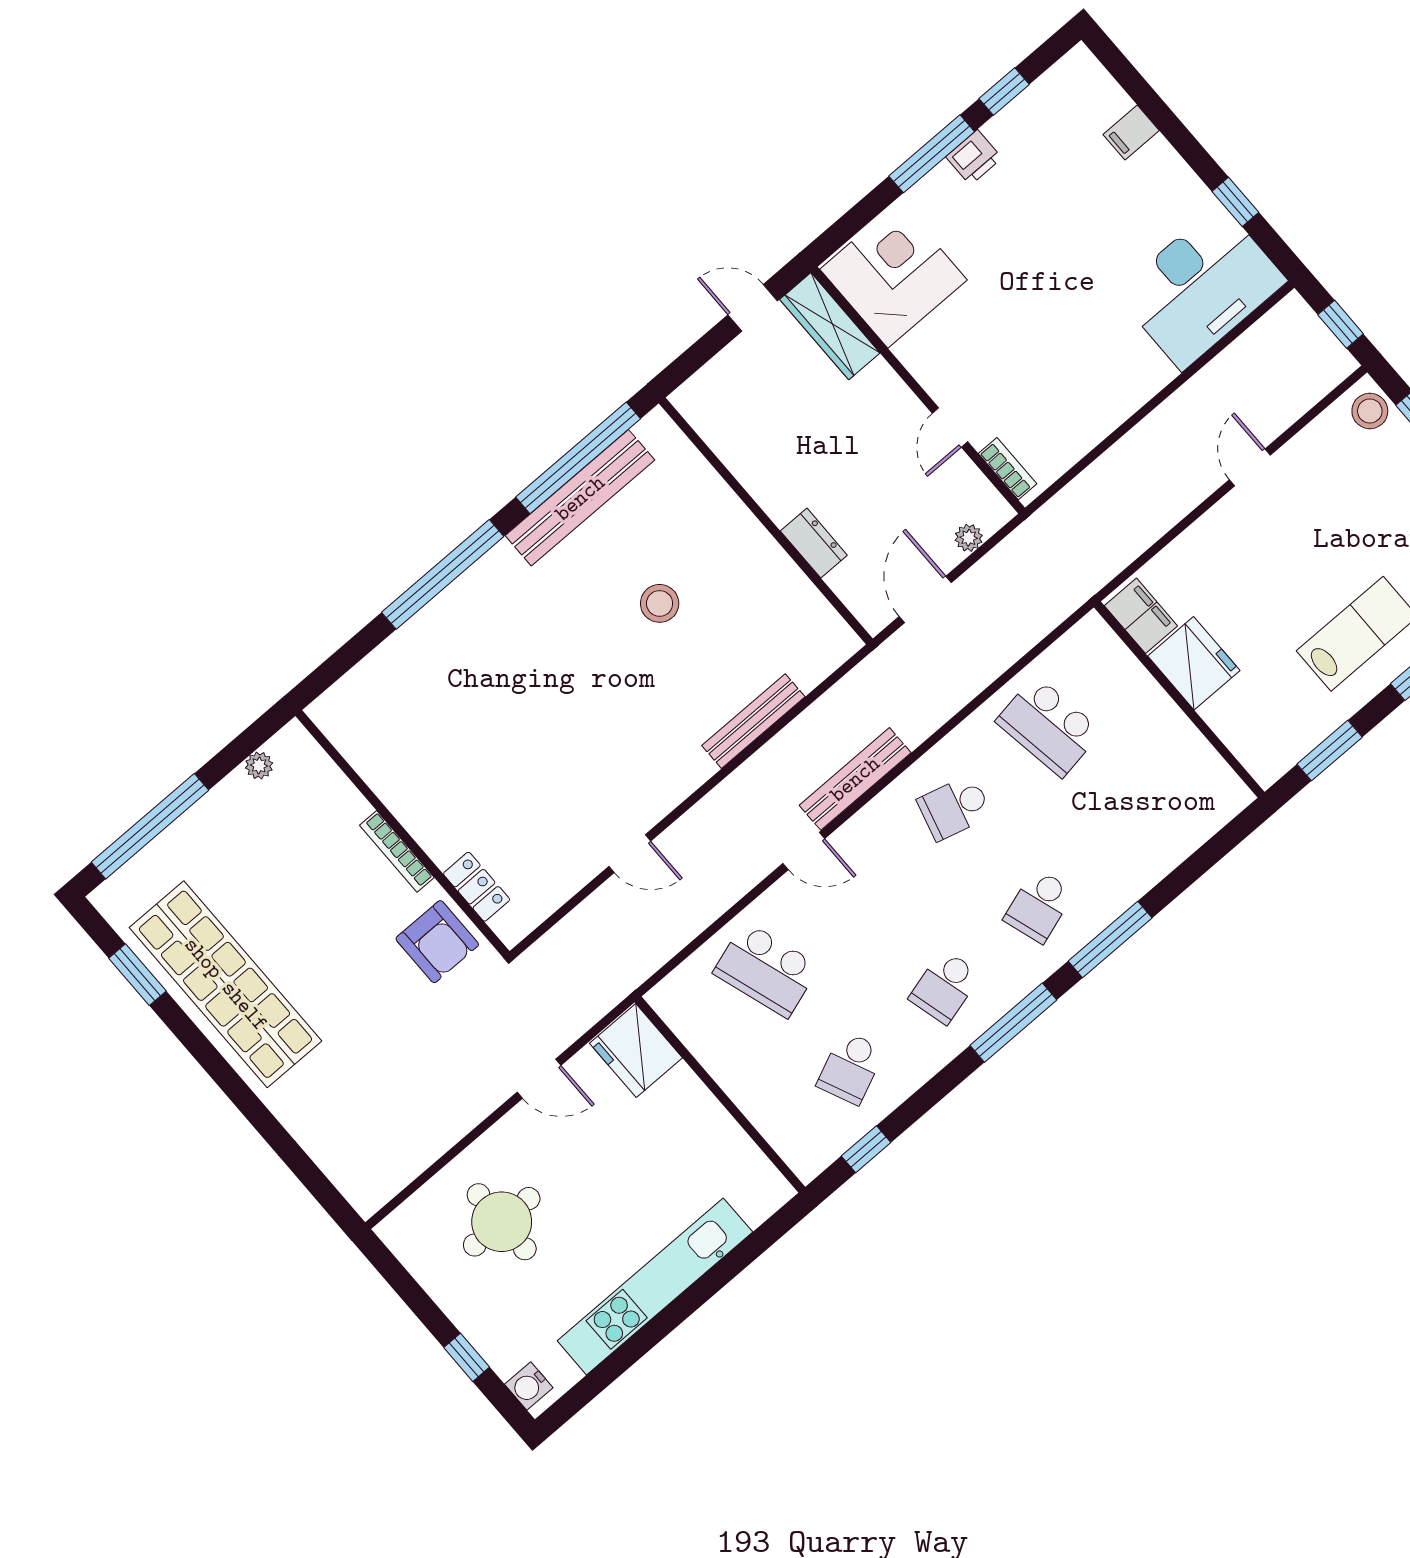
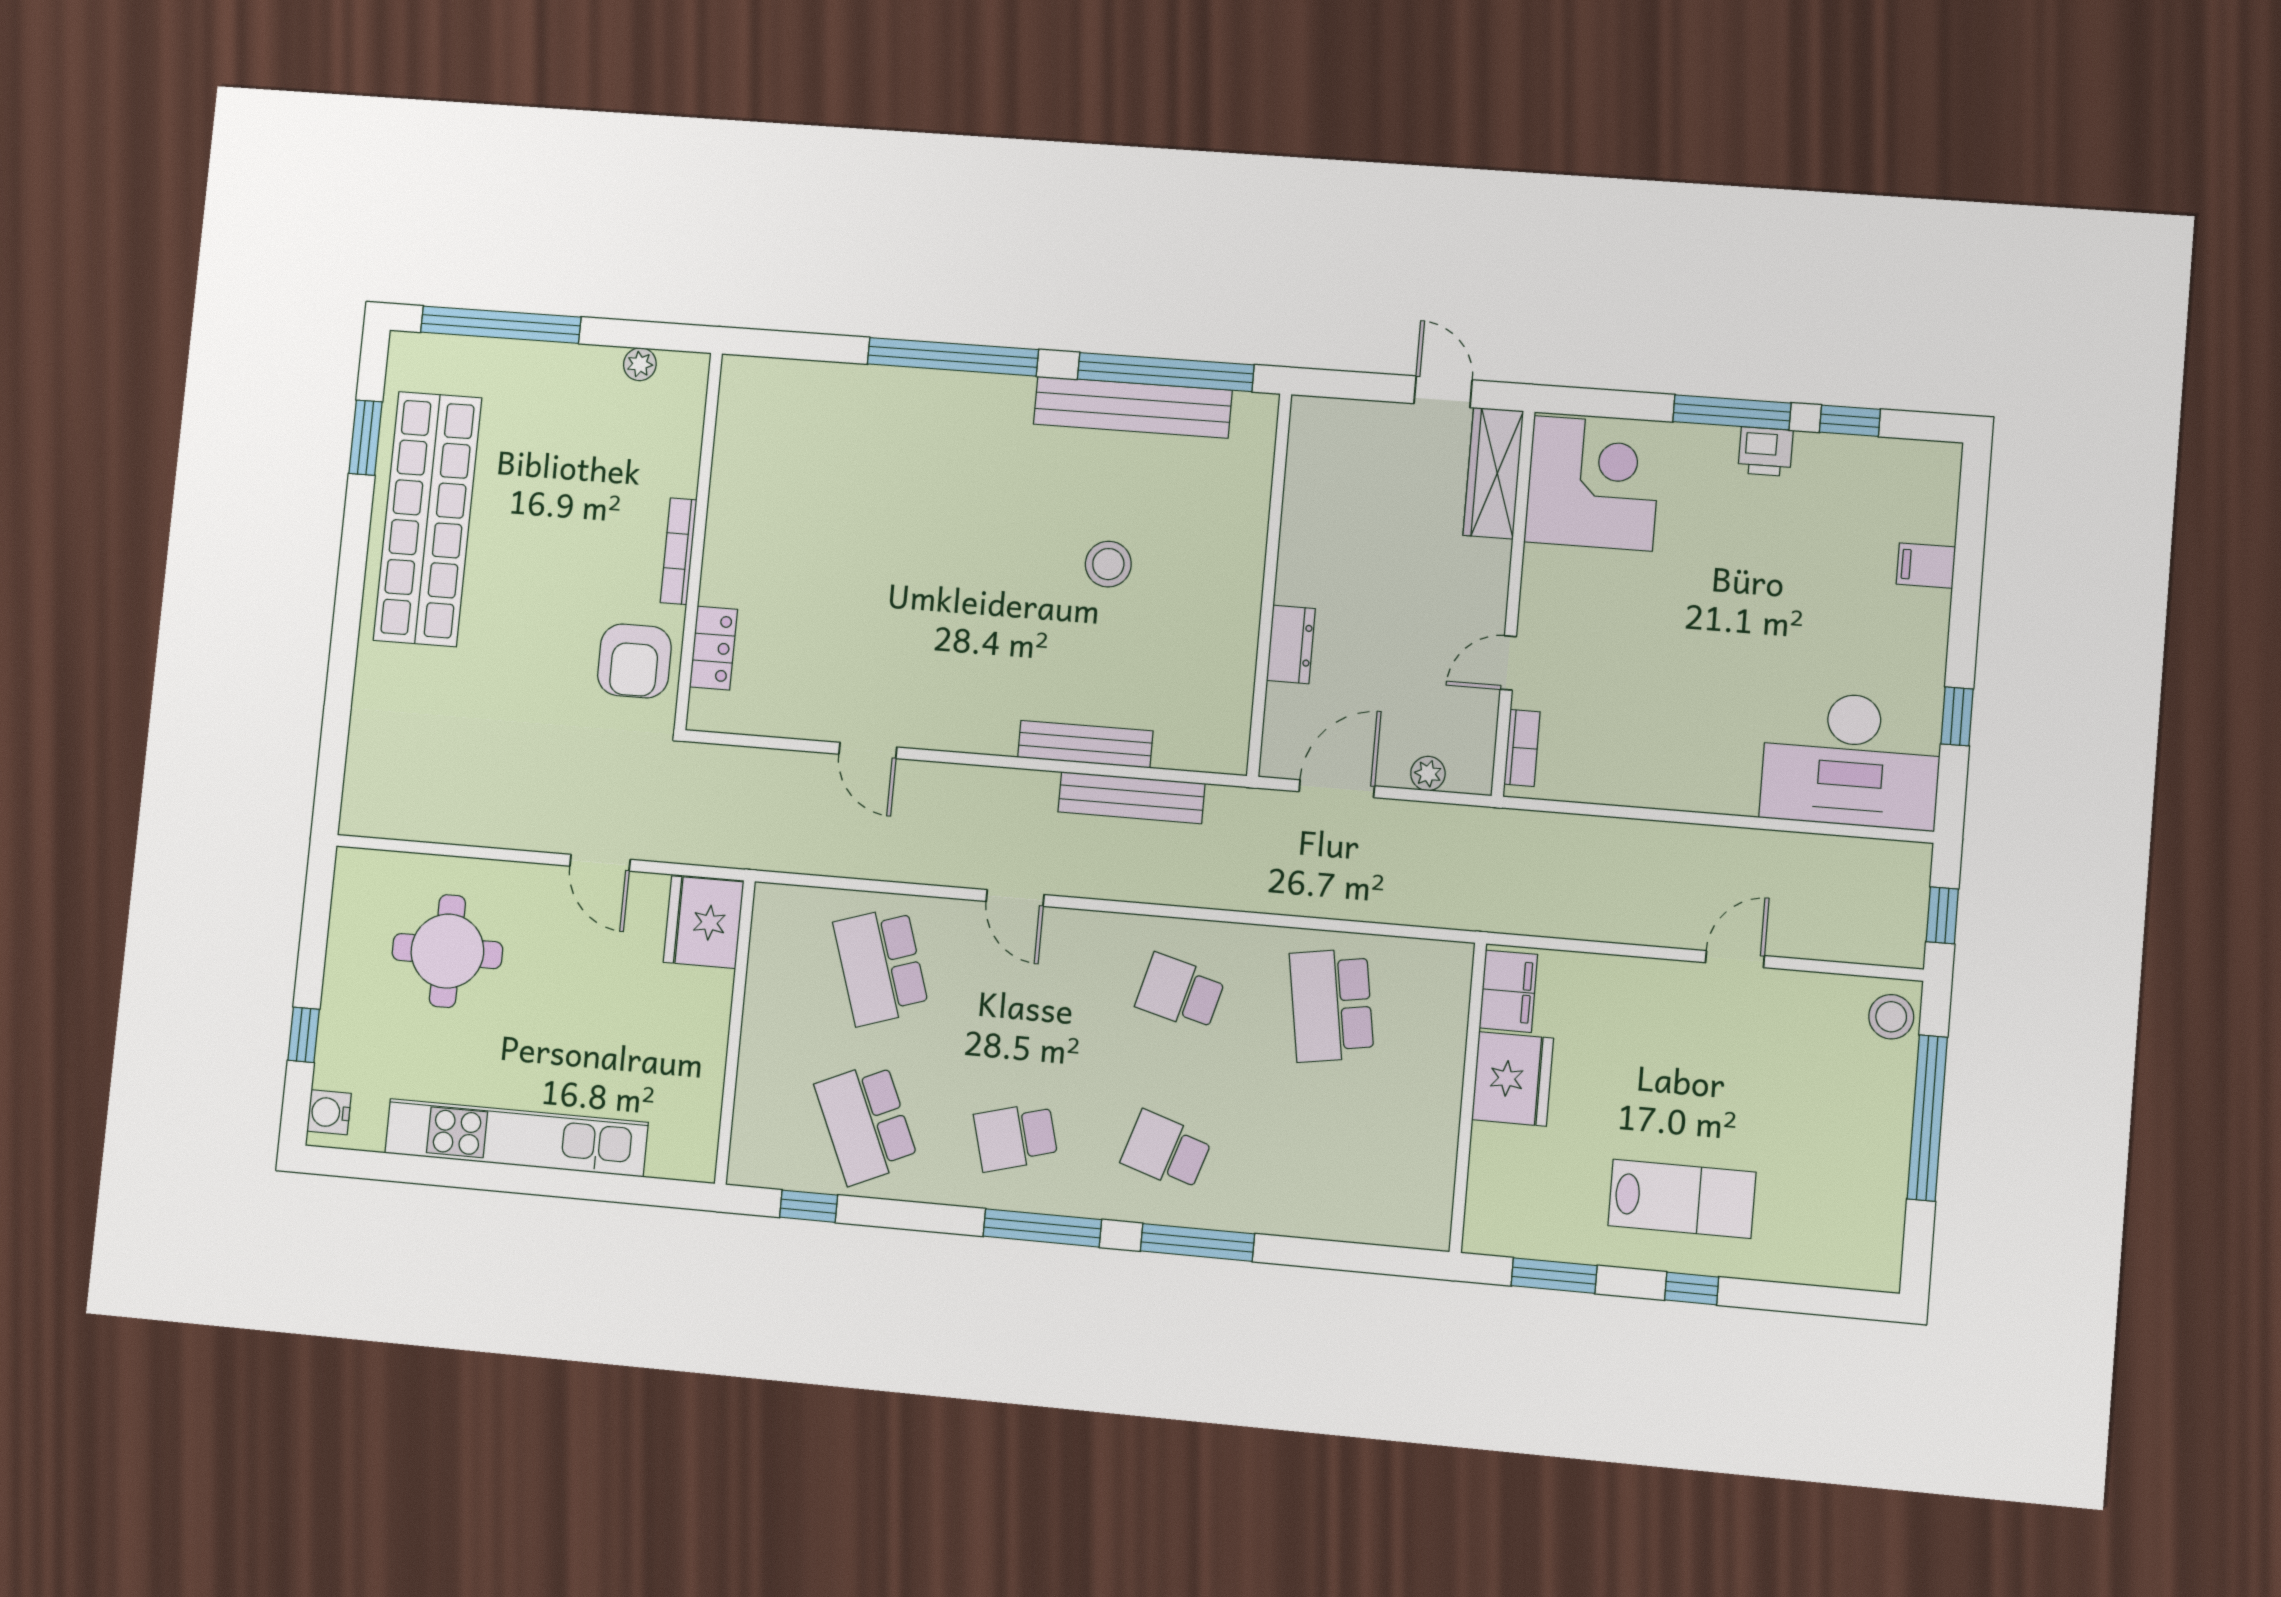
bench: (855, 779) -> (1131, 798), moved
school desk: (1039, 906) -> (1166, 1150), turned 36
school desk: (851, 1068) -> (866, 1123), width x1.85

